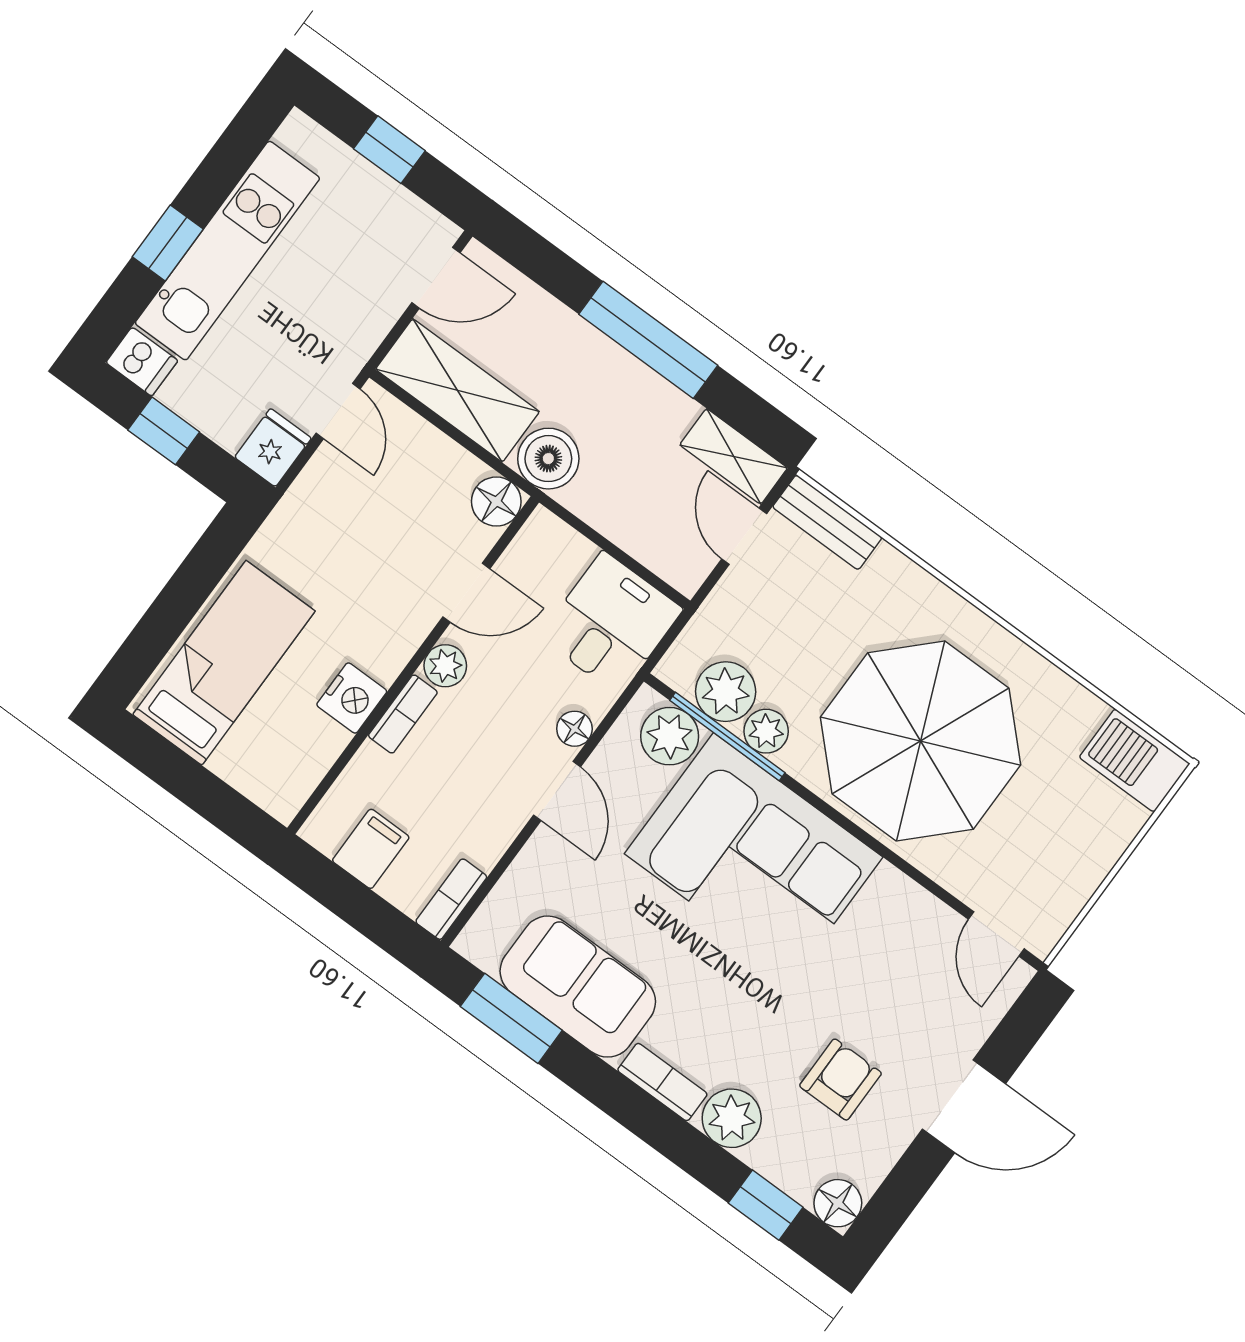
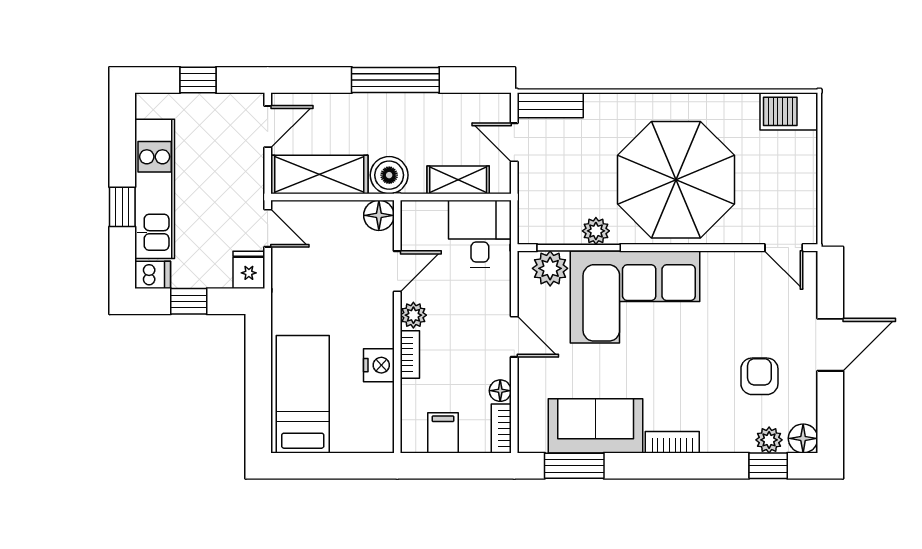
shelving: (734, 456) -> (458, 180), moved
plant: (726, 692) -> (562, 226), removed
floor lamp: (574, 729) -> (500, 391), moved
plant: (732, 1118) -> (769, 440), moved, width x0.73, depth x0.73

